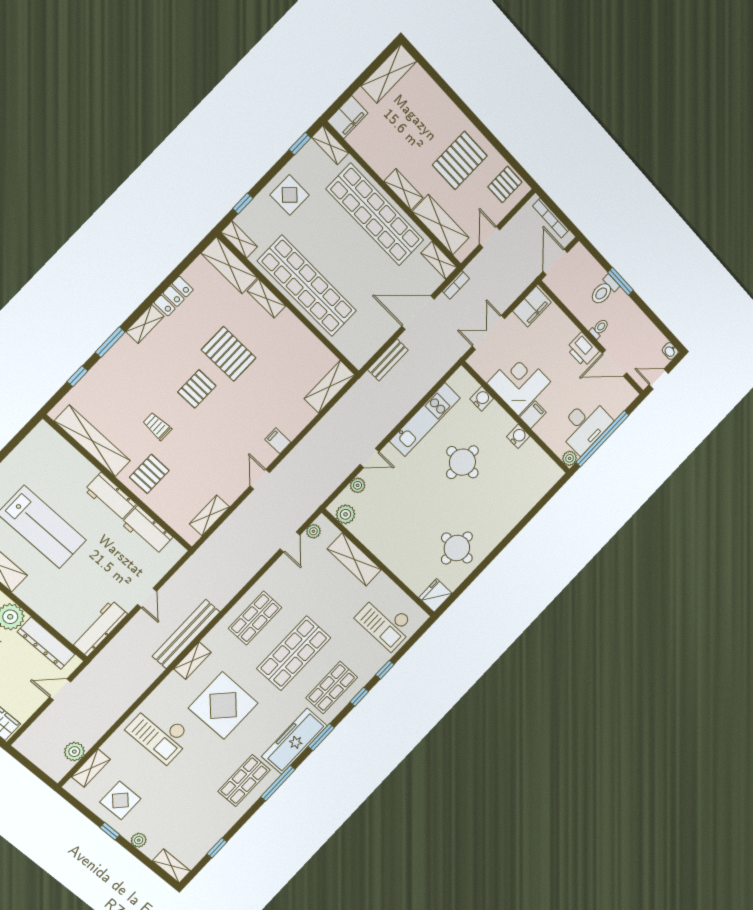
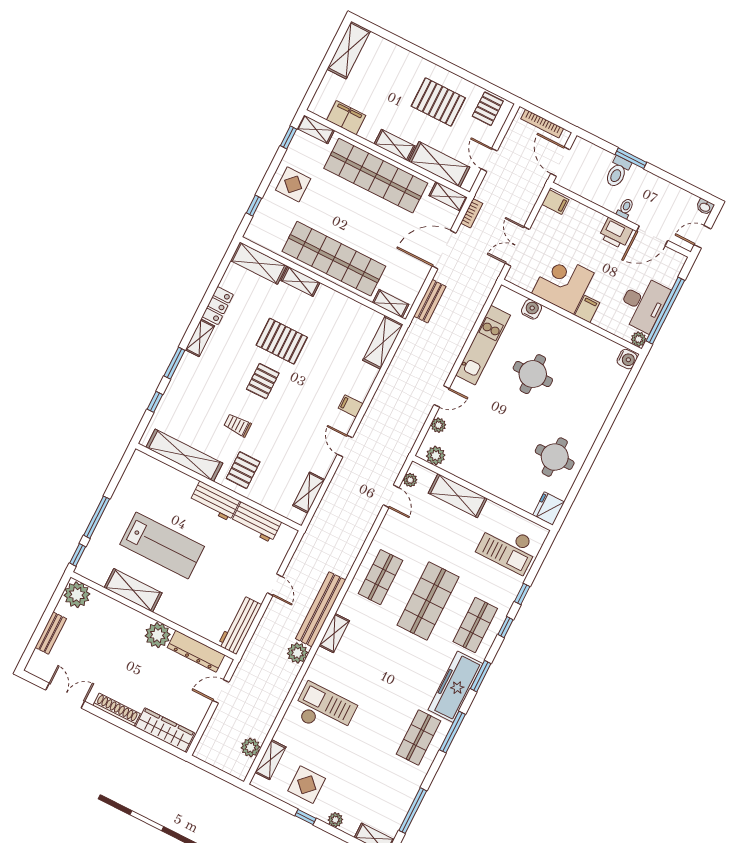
filing cabinet: (348, 117) -> (346, 118), moved, turned -90
pallet: (460, 160) -> (438, 102), turned 90
shelving: (239, 240) -> (391, 304), moved
filing cabinet: (532, 307) -> (555, 202), width x0.50
water cooler: (518, 436) -> (627, 359), moved, turned 90
plant: (150, 671) -> (297, 653), added
display table: (223, 706) -> (376, 669), removed
checkout: (160, 733) -> (324, 710), turned 180
window: (217, 848) -> (413, 811), width x2.17

